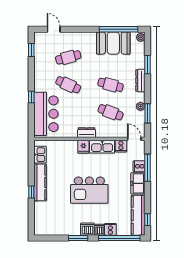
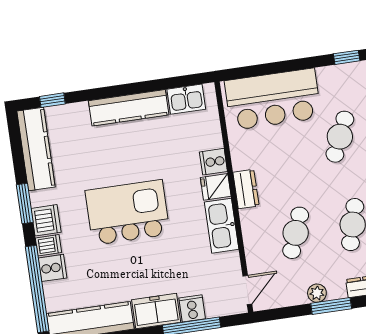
window: (31, 97) -> (347, 57), moved
window: (148, 113) -> (331, 306), moved
cooker: (121, 146) -> (213, 162), moved
kitchen island: (89, 190) -> (128, 212), turned 90
window: (31, 192) -> (52, 100), moved
kitchen counter: (53, 229) -> (36, 149), added

